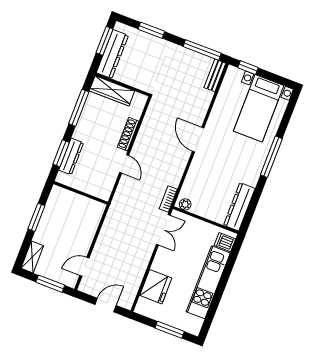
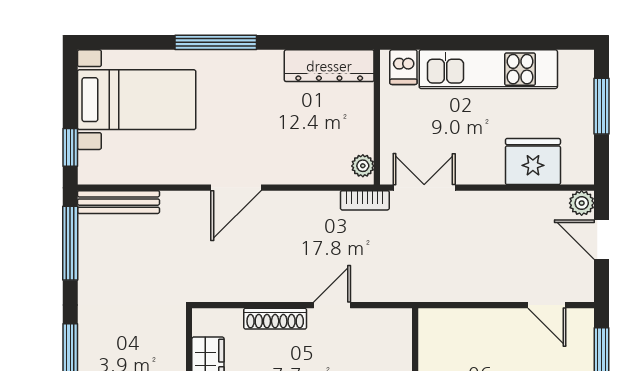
bench: (215, 75) -> (118, 202), width x1.36
plant: (127, 302) -> (582, 203), added

